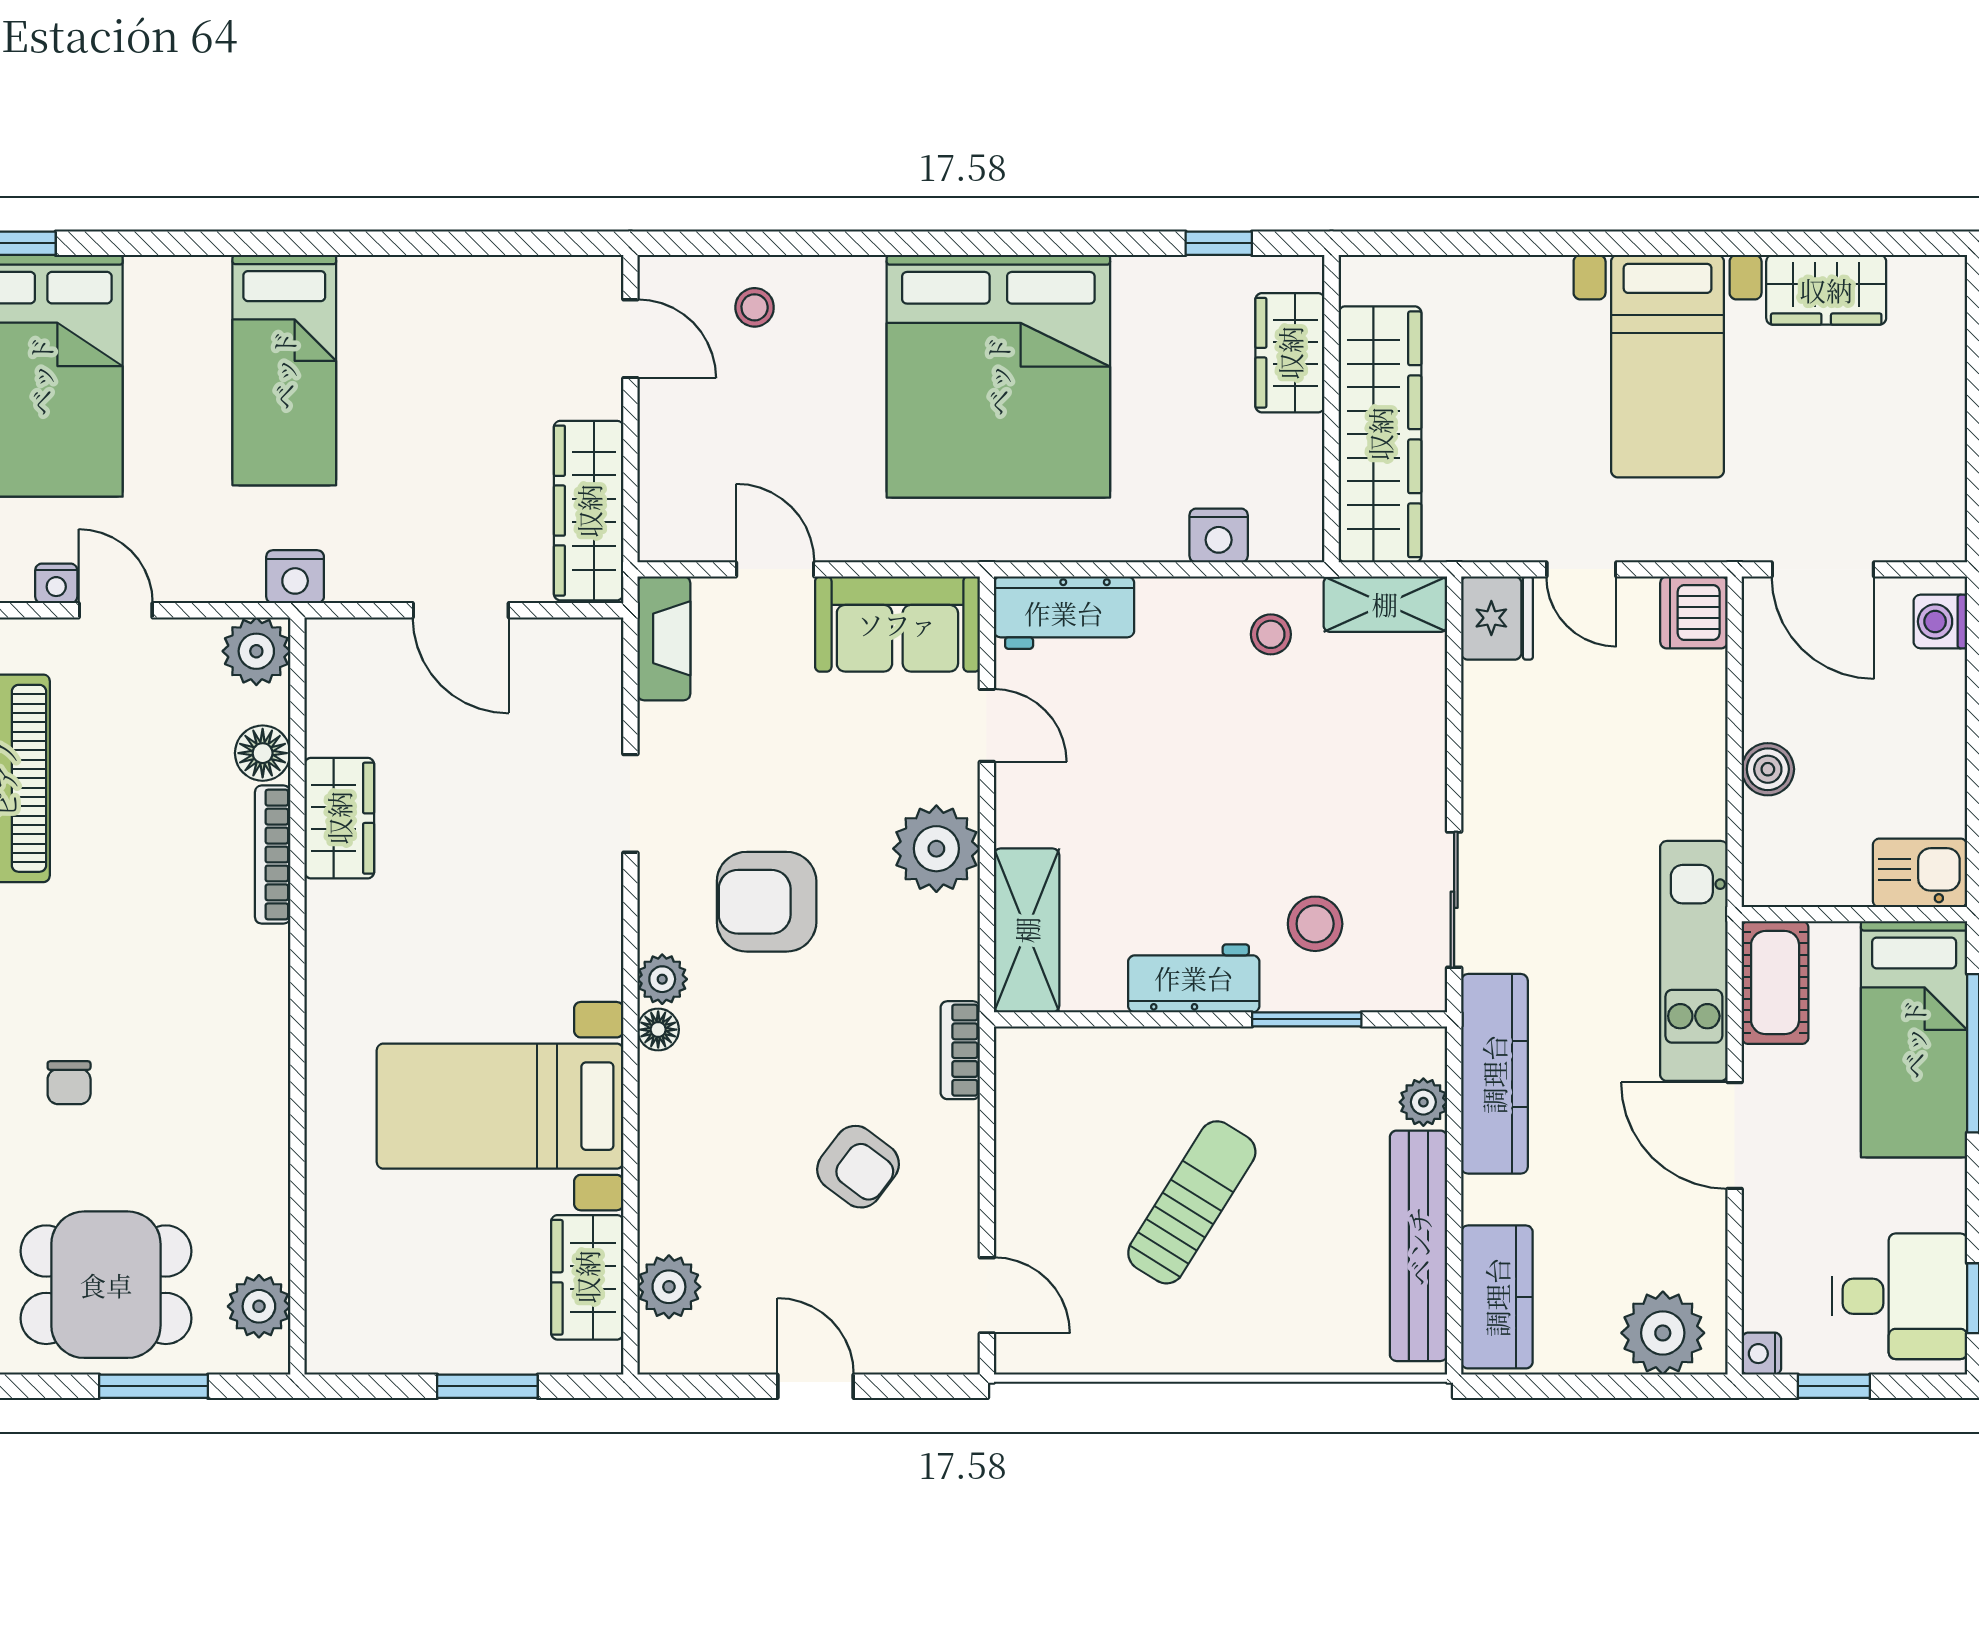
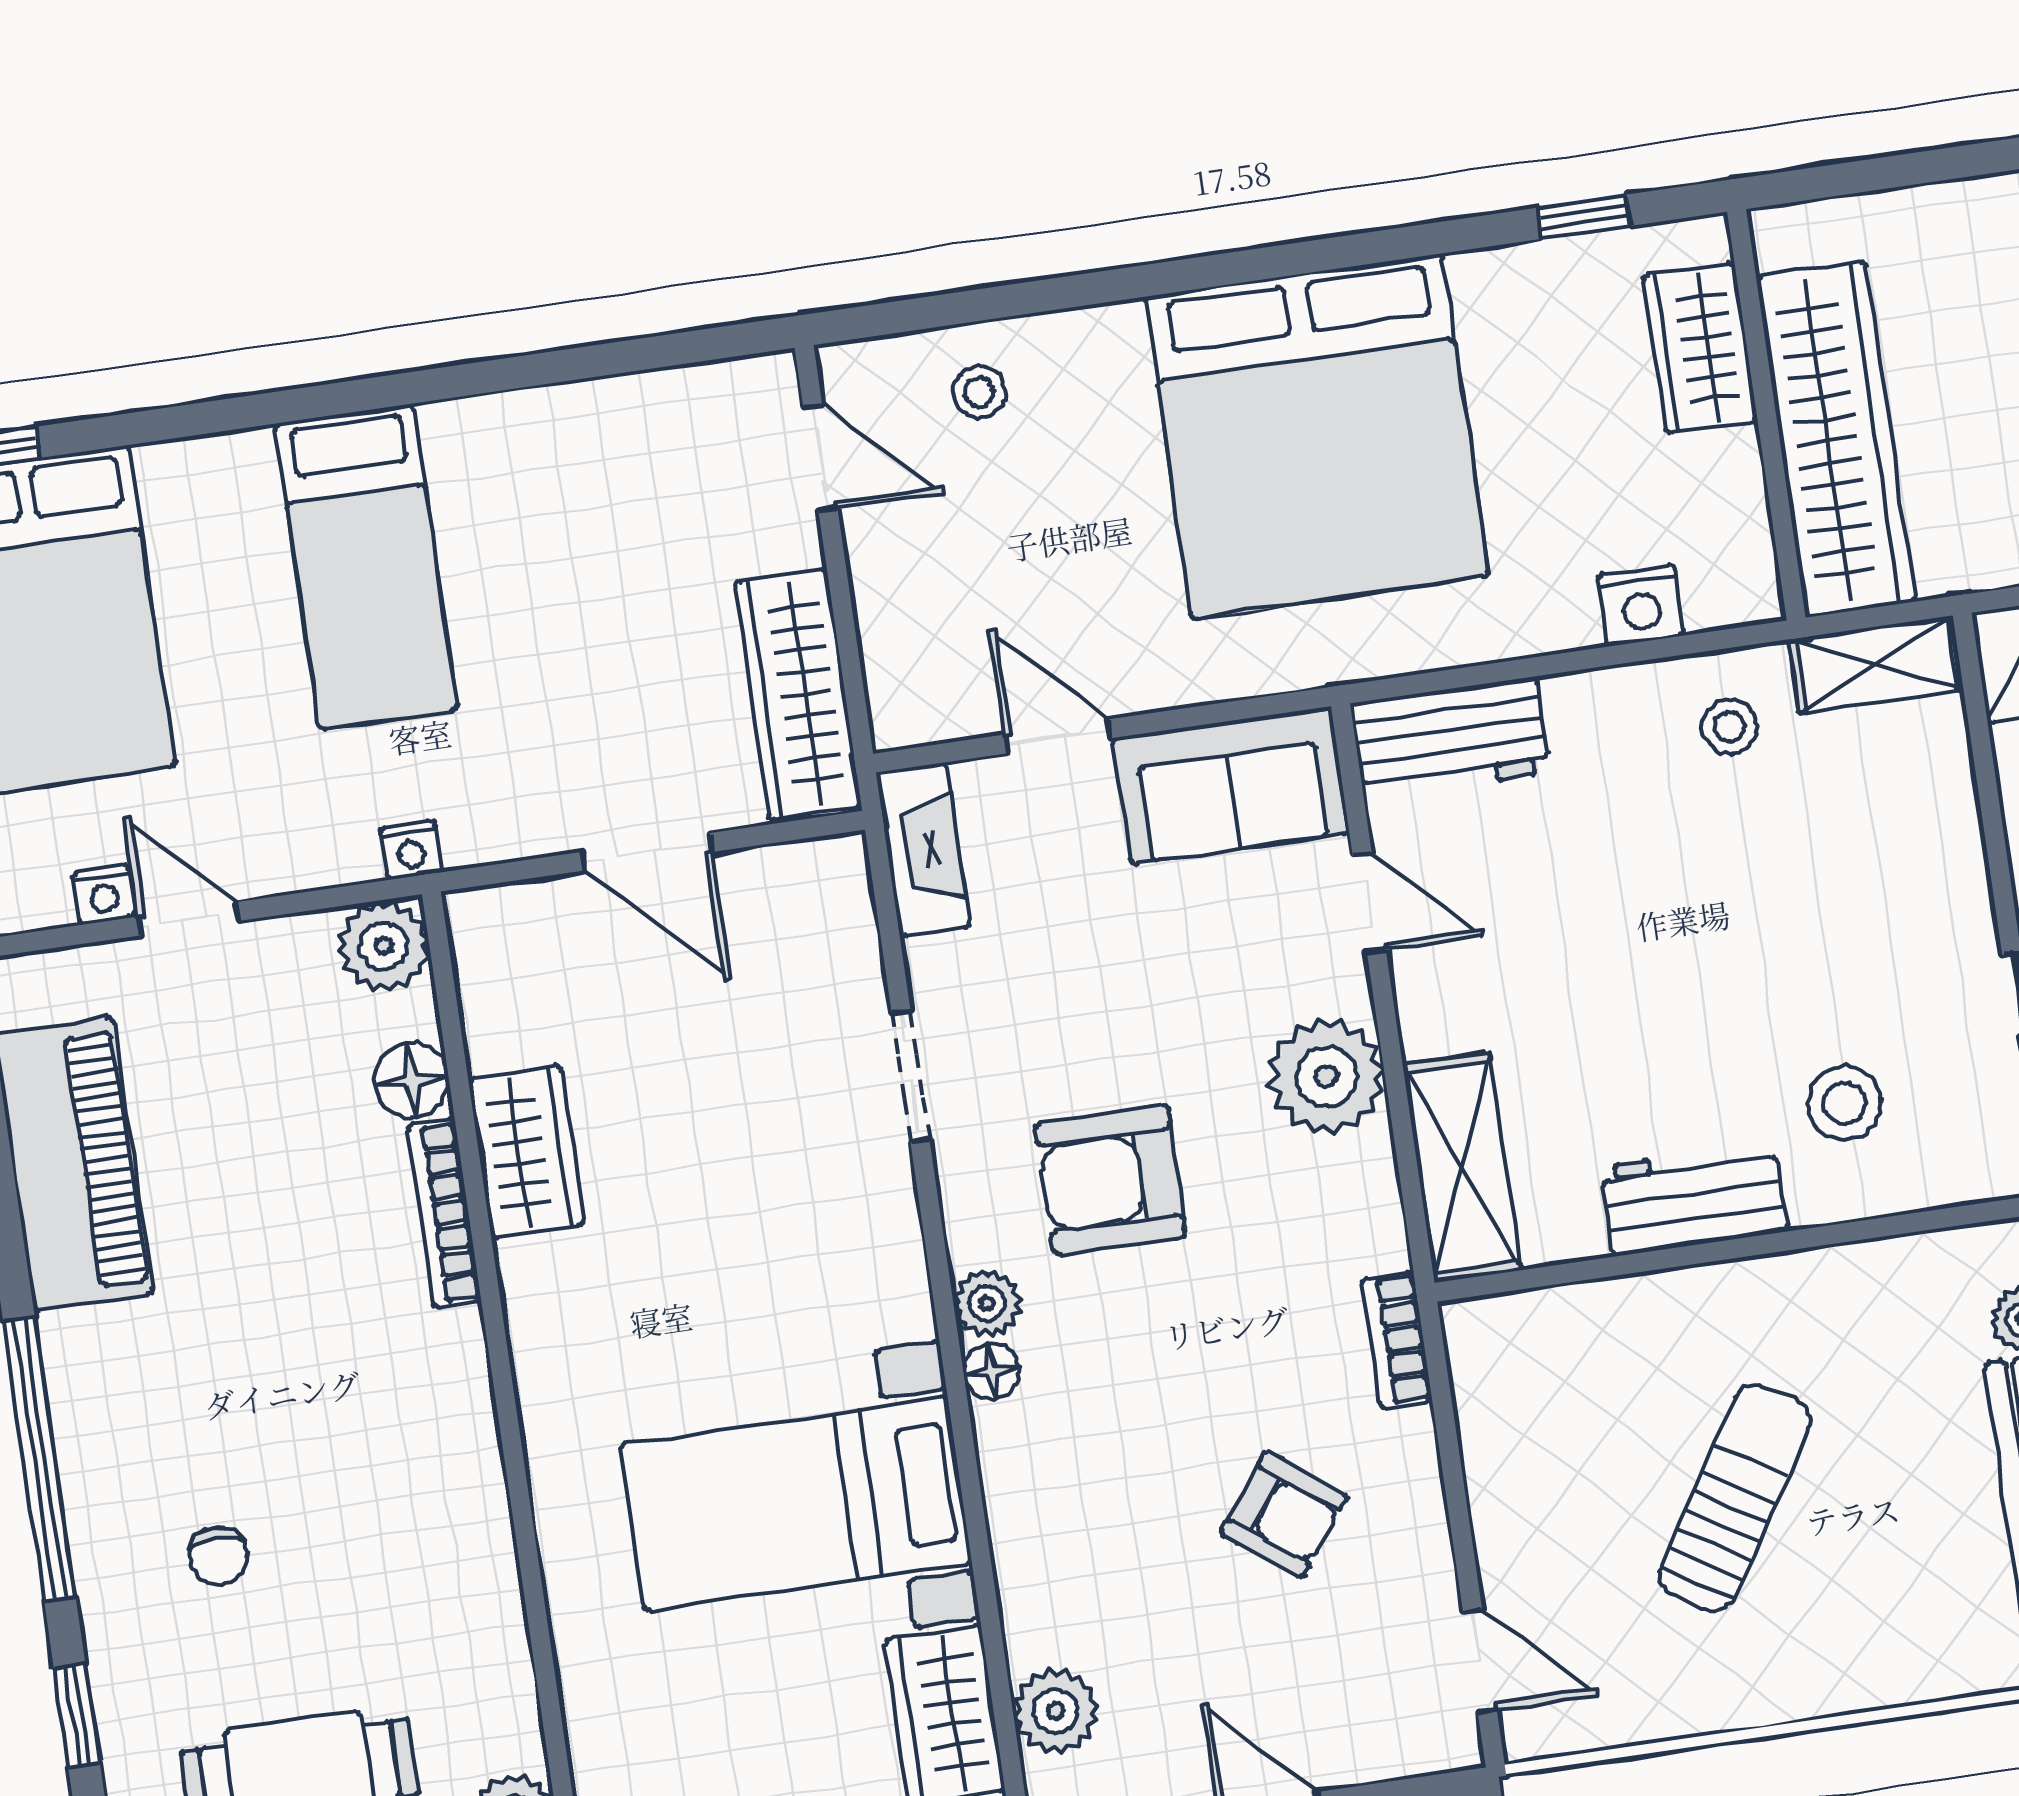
nightstand: (295, 577) -> (411, 850), width x0.72, depth x0.74
window: (1307, 1019) -> (1852, 1232), removed

